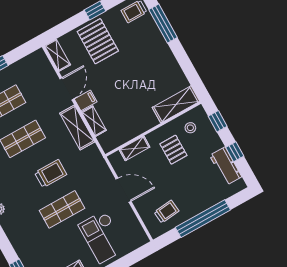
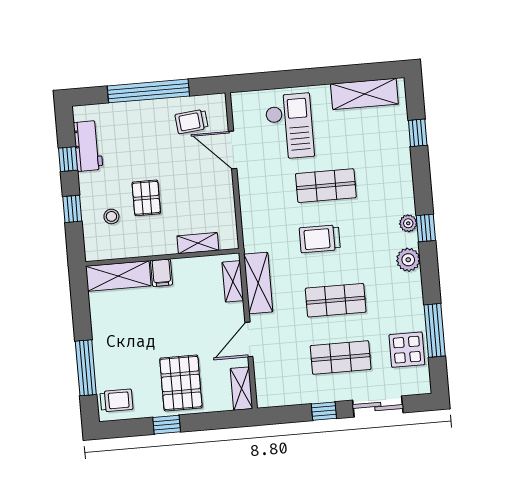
filing cabinet: (86, 100) -> (161, 273), moved, turned -90
shelving: (176, 104) -> (118, 276), moved
wall: (153, 129) -> (162, 257), moved
shelving: (135, 148) -> (198, 243), moved
door: (124, 190) -> (233, 150), moved

